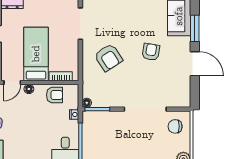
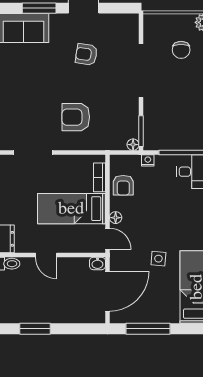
armchair: (151, 52) -> (86, 54), moved
armchair: (108, 57) -> (76, 117), turned -147
armchair: (55, 95) -> (123, 185), turned 180
chair: (175, 126) -> (181, 50), moved

